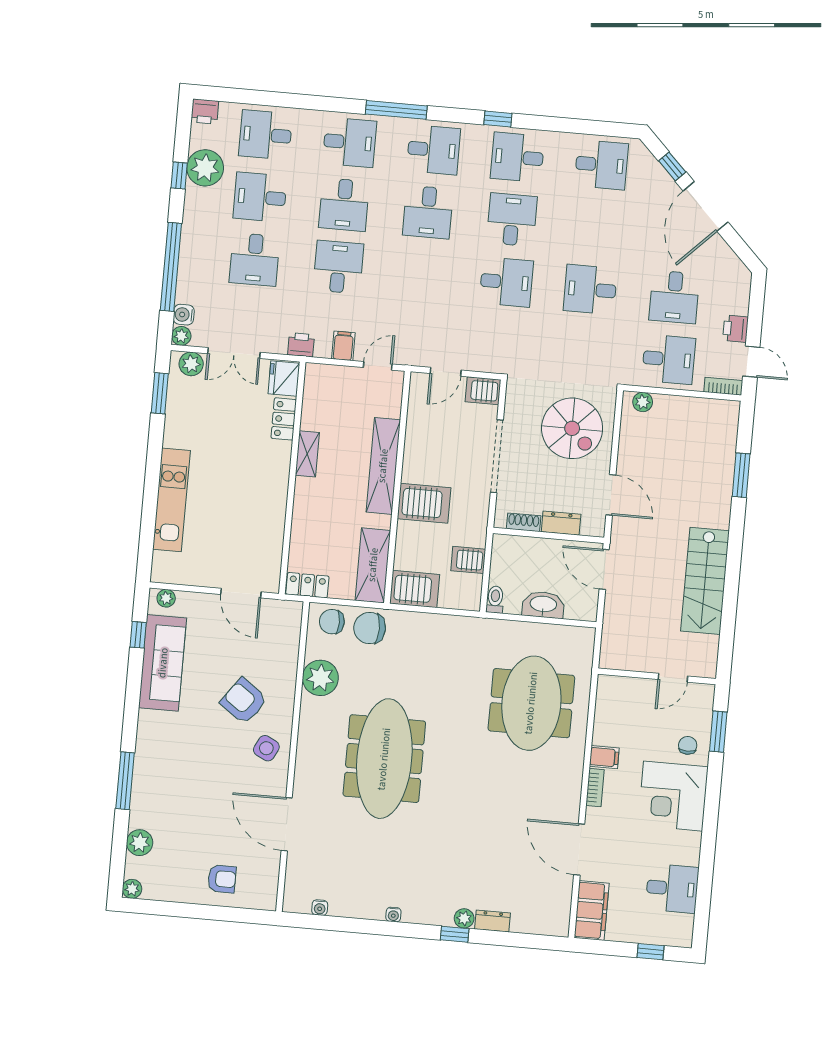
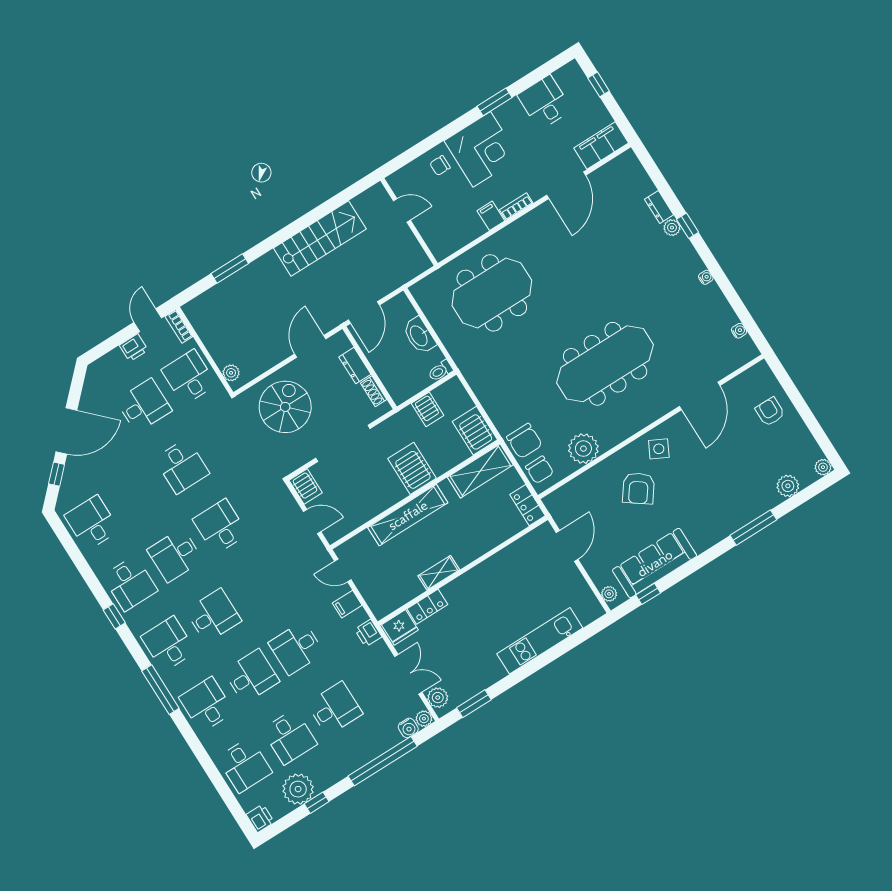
window: (718, 732) -> (494, 102), moved

